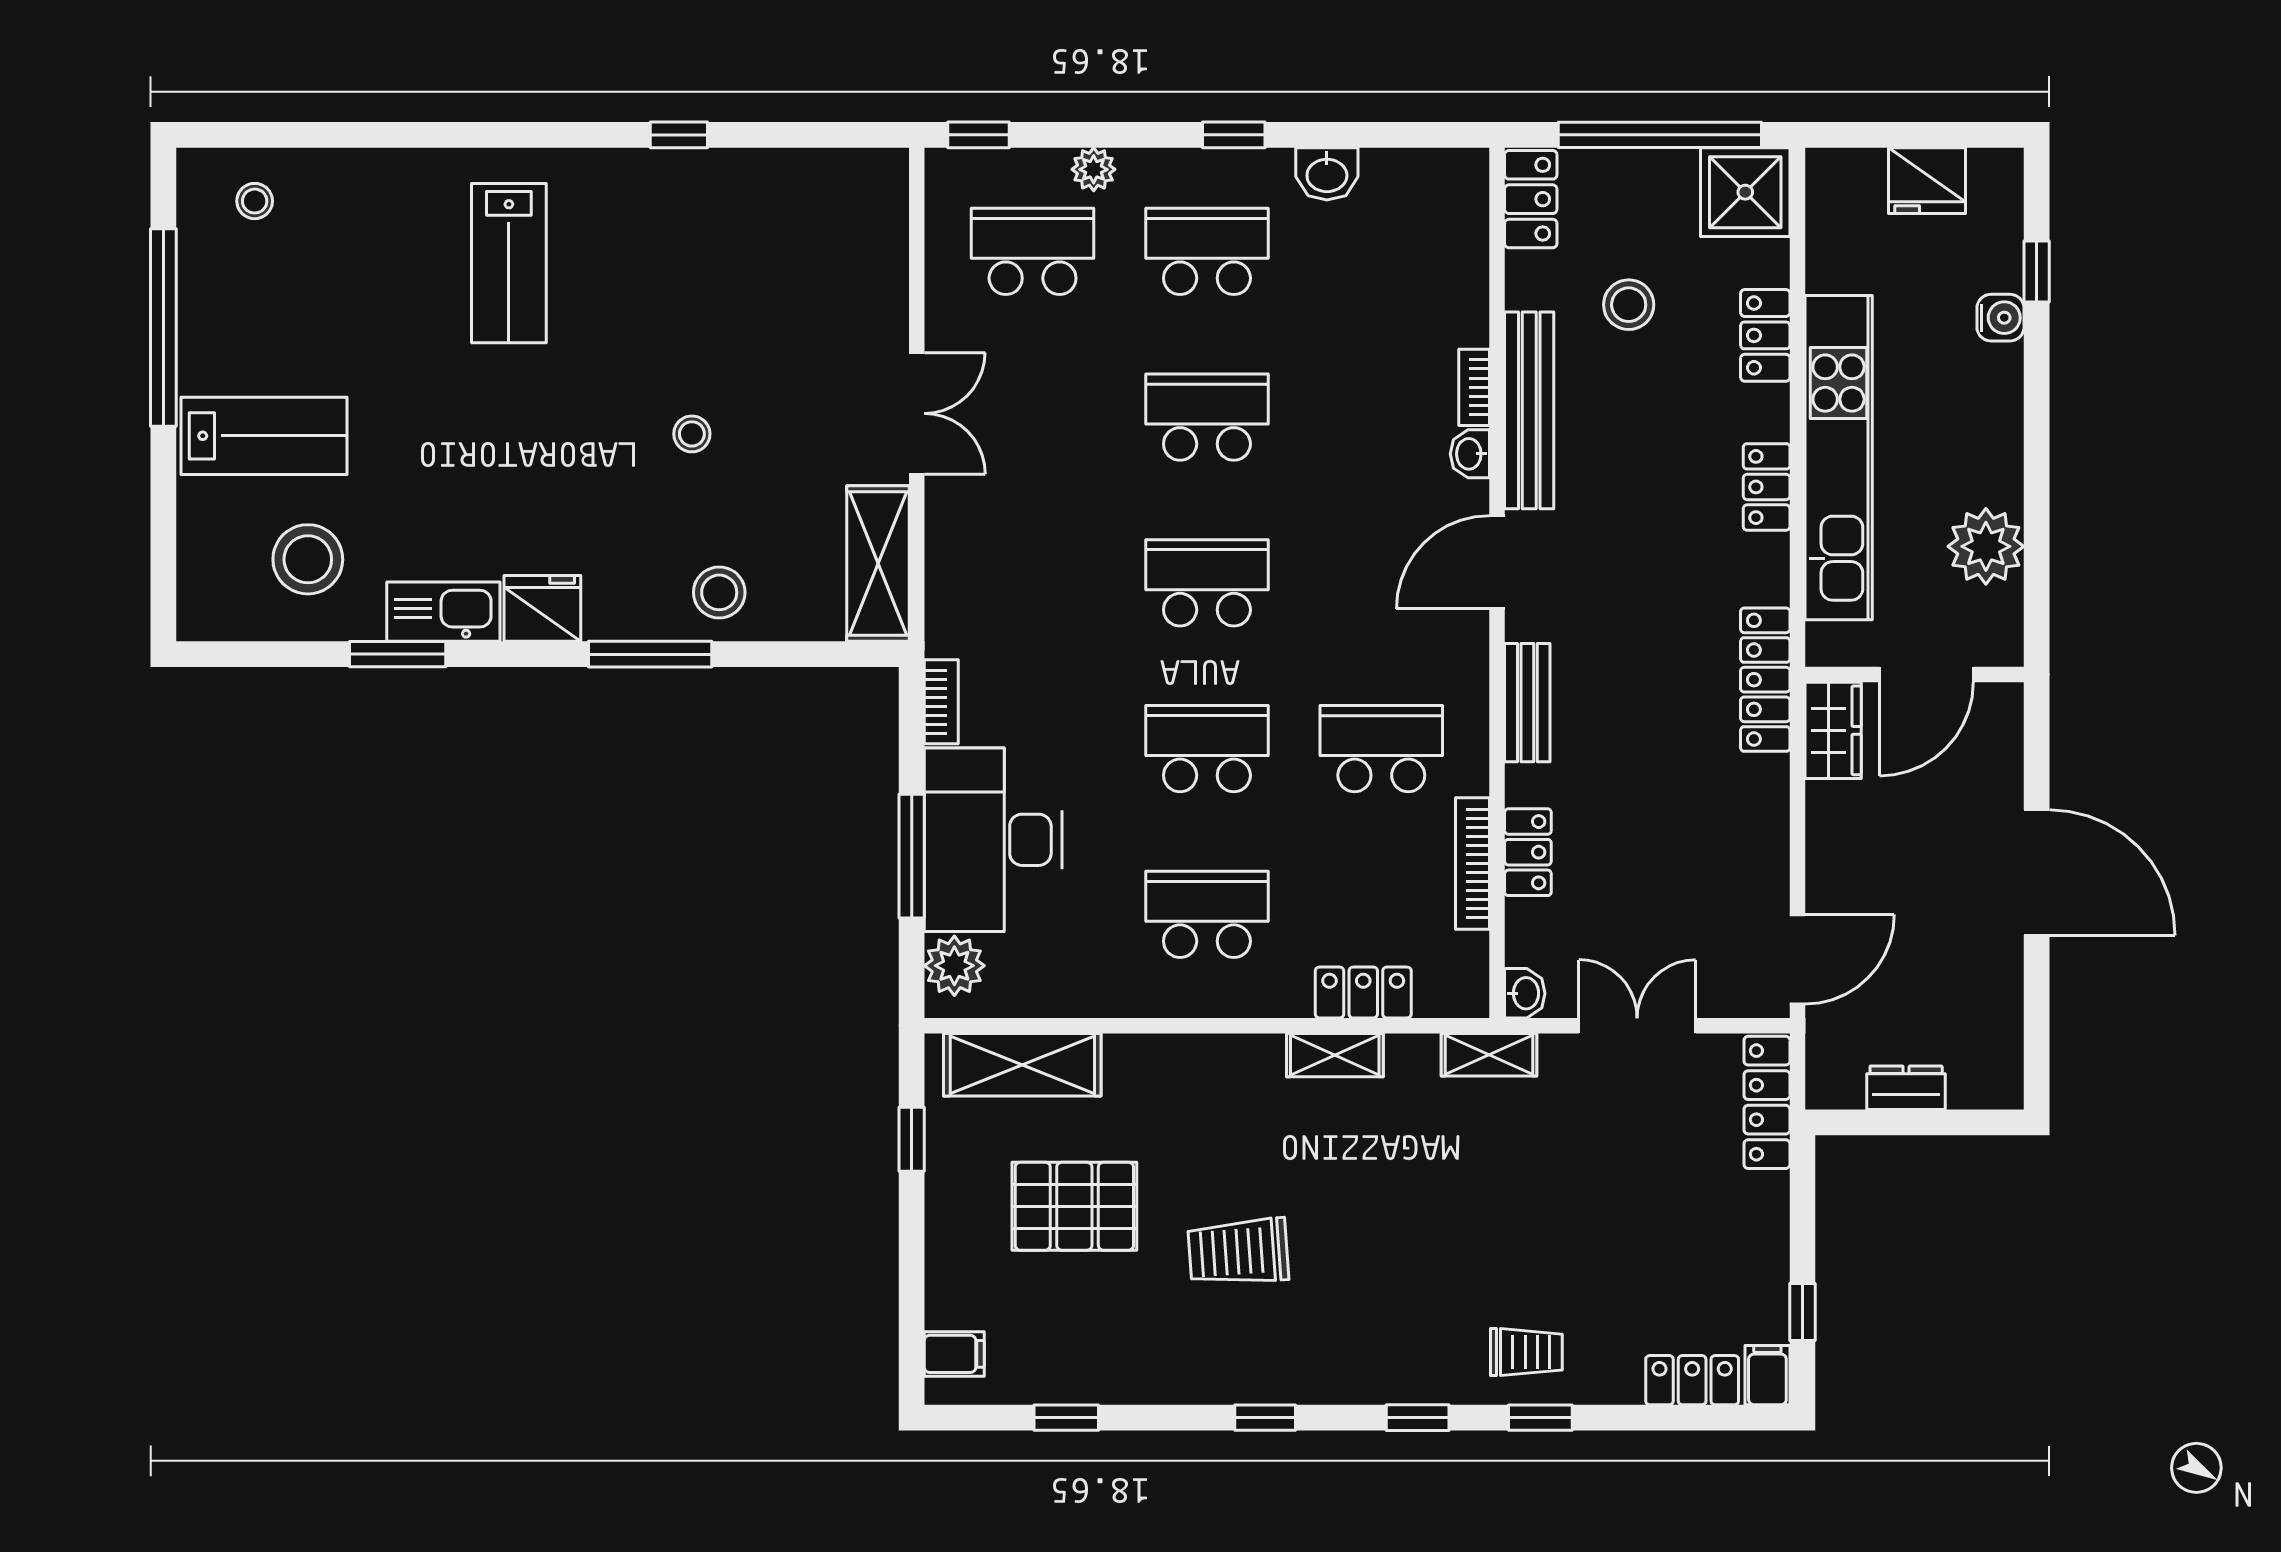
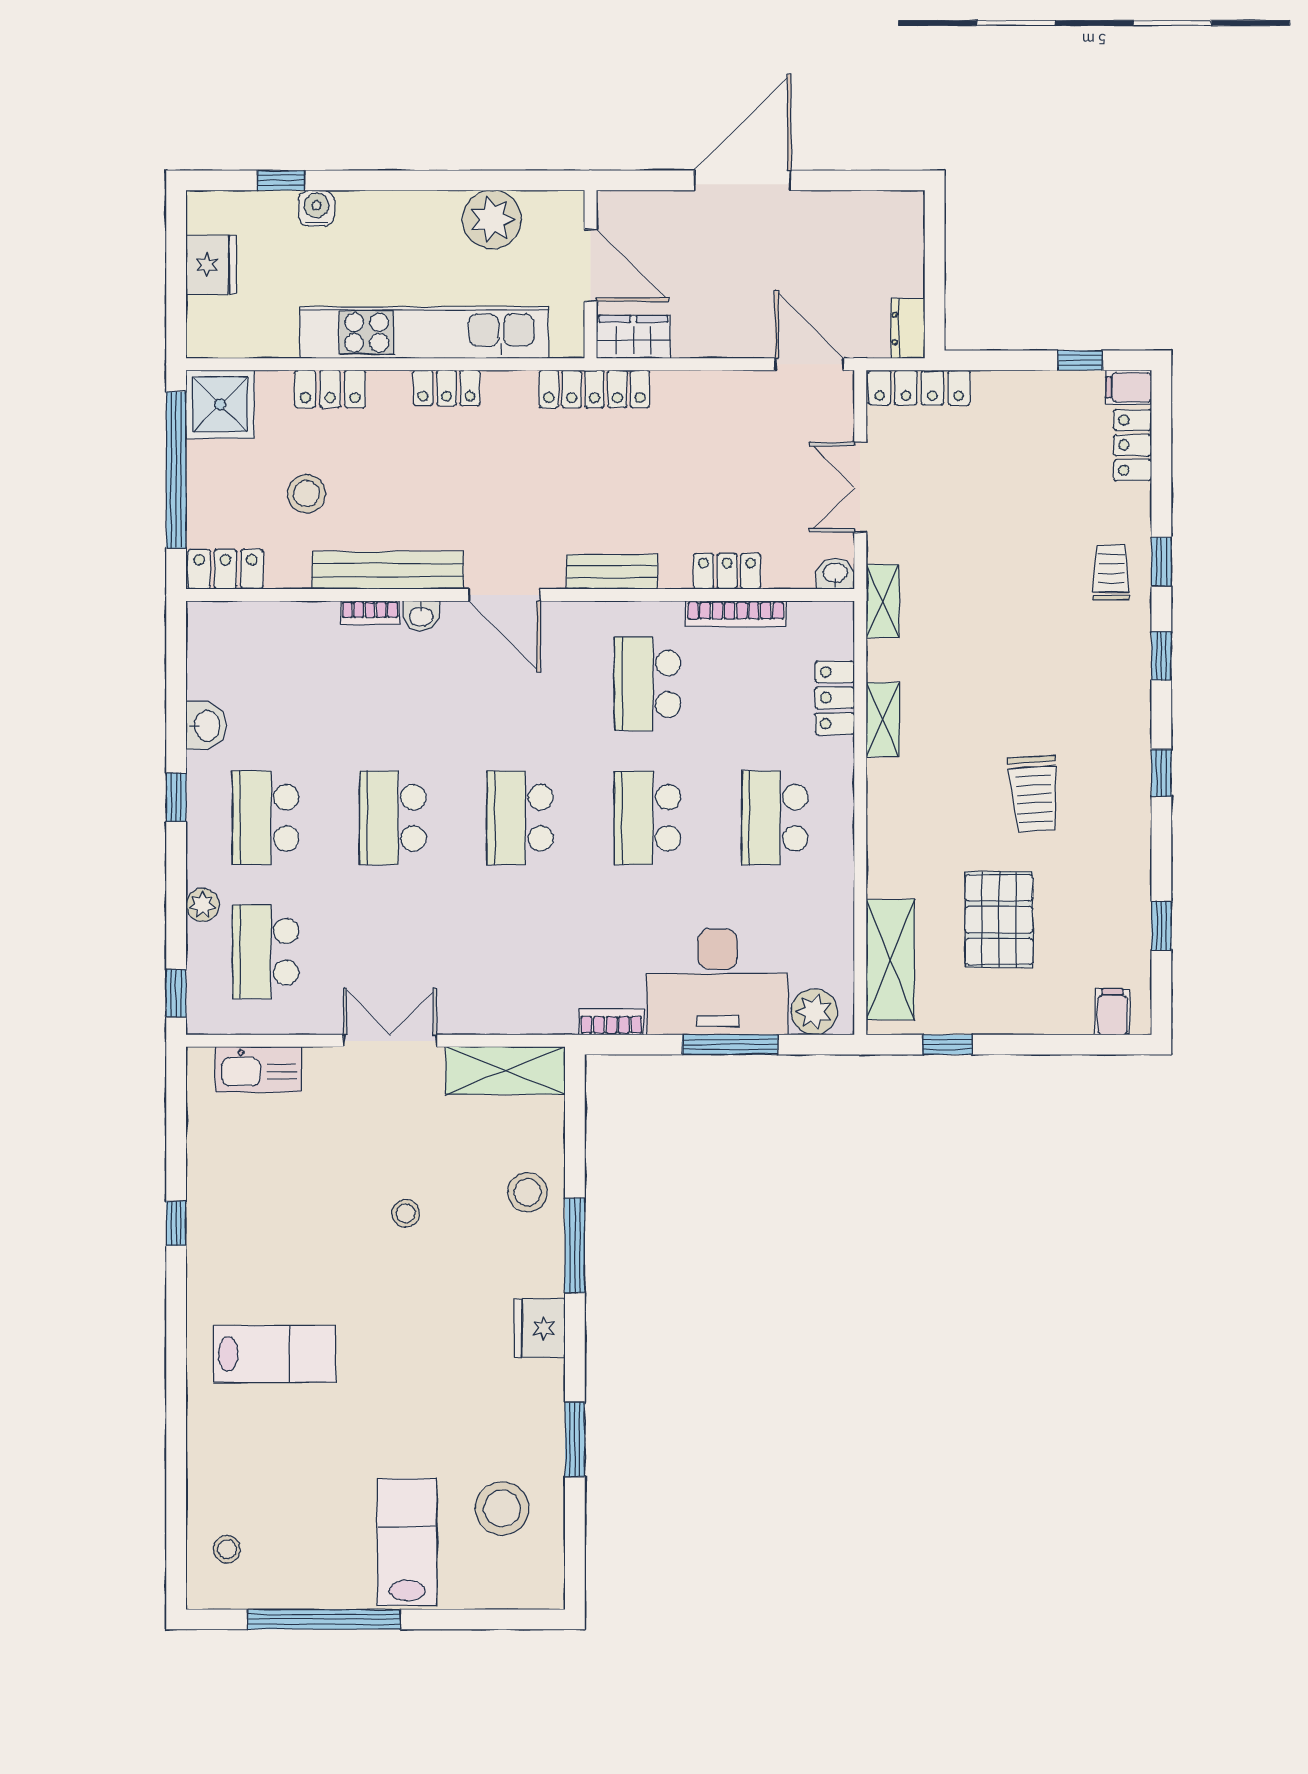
kitchen sink: (443, 612) -> (258, 1069), moved, turned -90
dresser: (1906, 1088) -> (908, 328), moved

